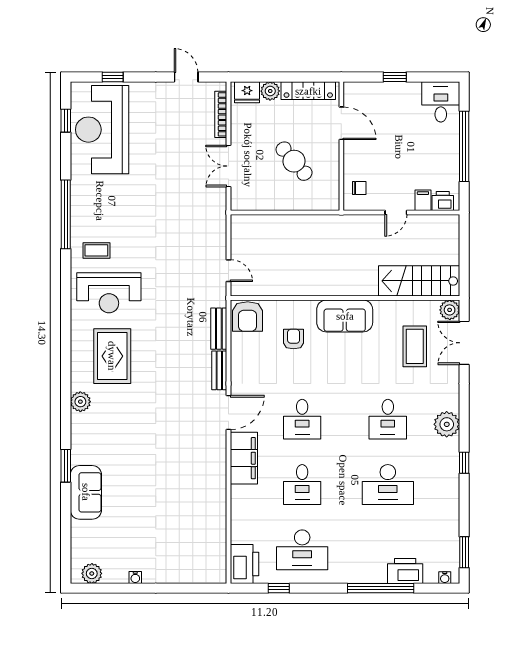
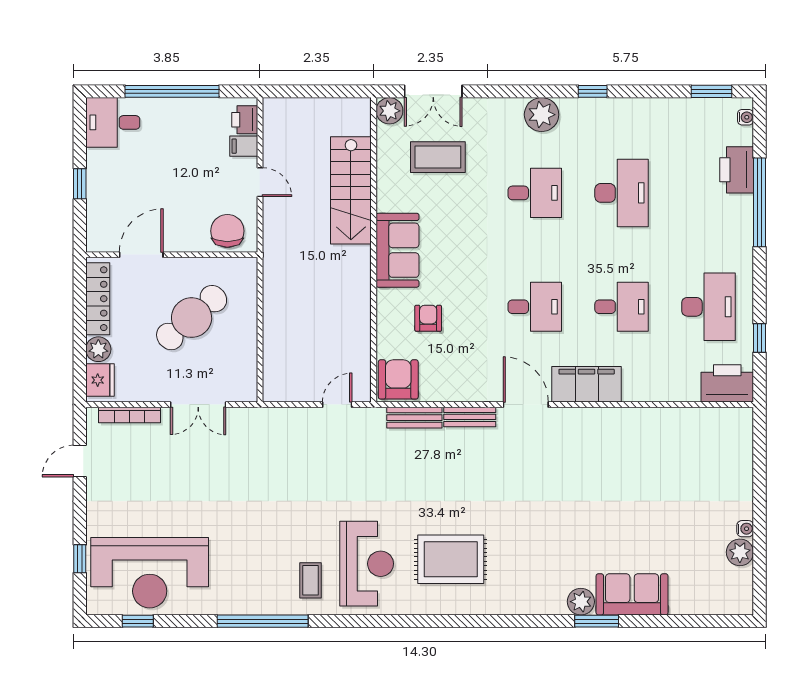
cafe table: (294, 161) -> (192, 318), width x1.37, depth x1.35
chair: (359, 188) -> (227, 231), width x1.87, depth x1.87
stairs: (419, 281) -> (351, 190), moved
armchair: (248, 317) -> (398, 379), turned -90
armchair: (294, 339) -> (428, 318), turned 90
plant: (80, 402) -> (581, 602), moved
plant: (92, 573) -> (740, 552), moved

